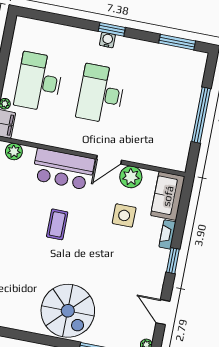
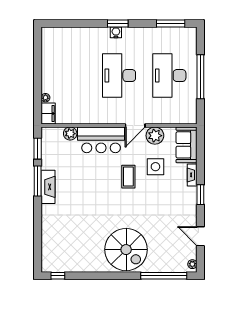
desk: (39, 82) -> (169, 76), moved
plant: (14, 151) -> (70, 134), moved
coffee table: (57, 224) -> (128, 177), moved

